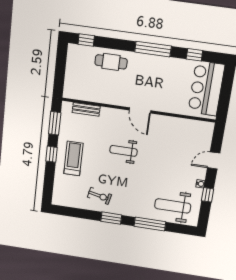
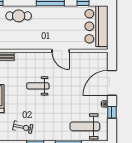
door: (140, 110) -> (61, 51), moved
door: (214, 160) -> (112, 83), width x1.87

